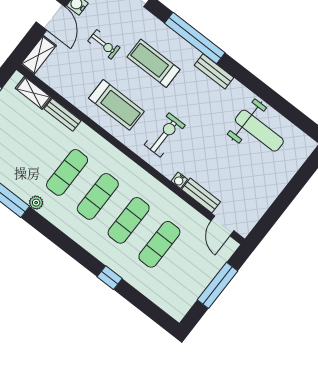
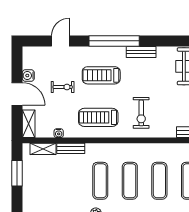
treadmill: (116, 105) -> (98, 117), turned 180
exercise bike: (165, 135) -> (141, 113), turned 180
water cooler: (179, 180) -> (59, 133), moved

